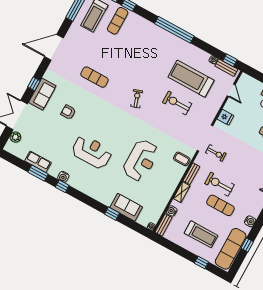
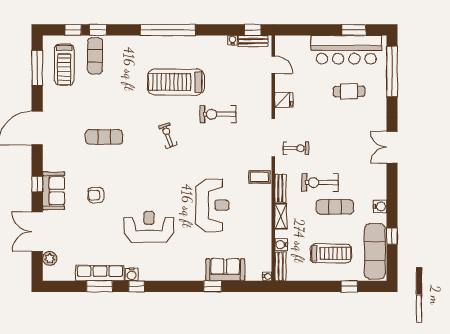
treadmill: (191, 79) -> (176, 82), moved
row of seats: (38, 162) -> (100, 273), width x1.48

